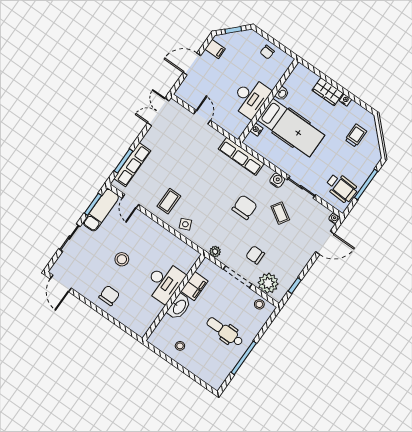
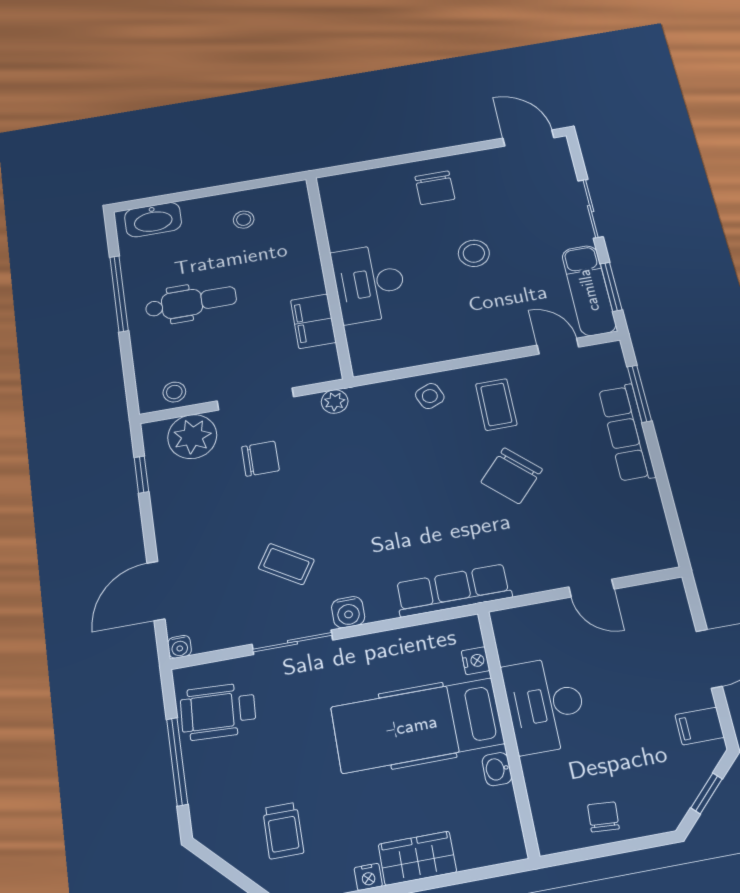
double door: (158, 112) -> (674, 523), removed
row of seats: (132, 165) -> (627, 433), moved
chair: (245, 207) -> (512, 476), moved, turned 43
washbasin: (179, 307) -> (153, 220), moved, turned -90

